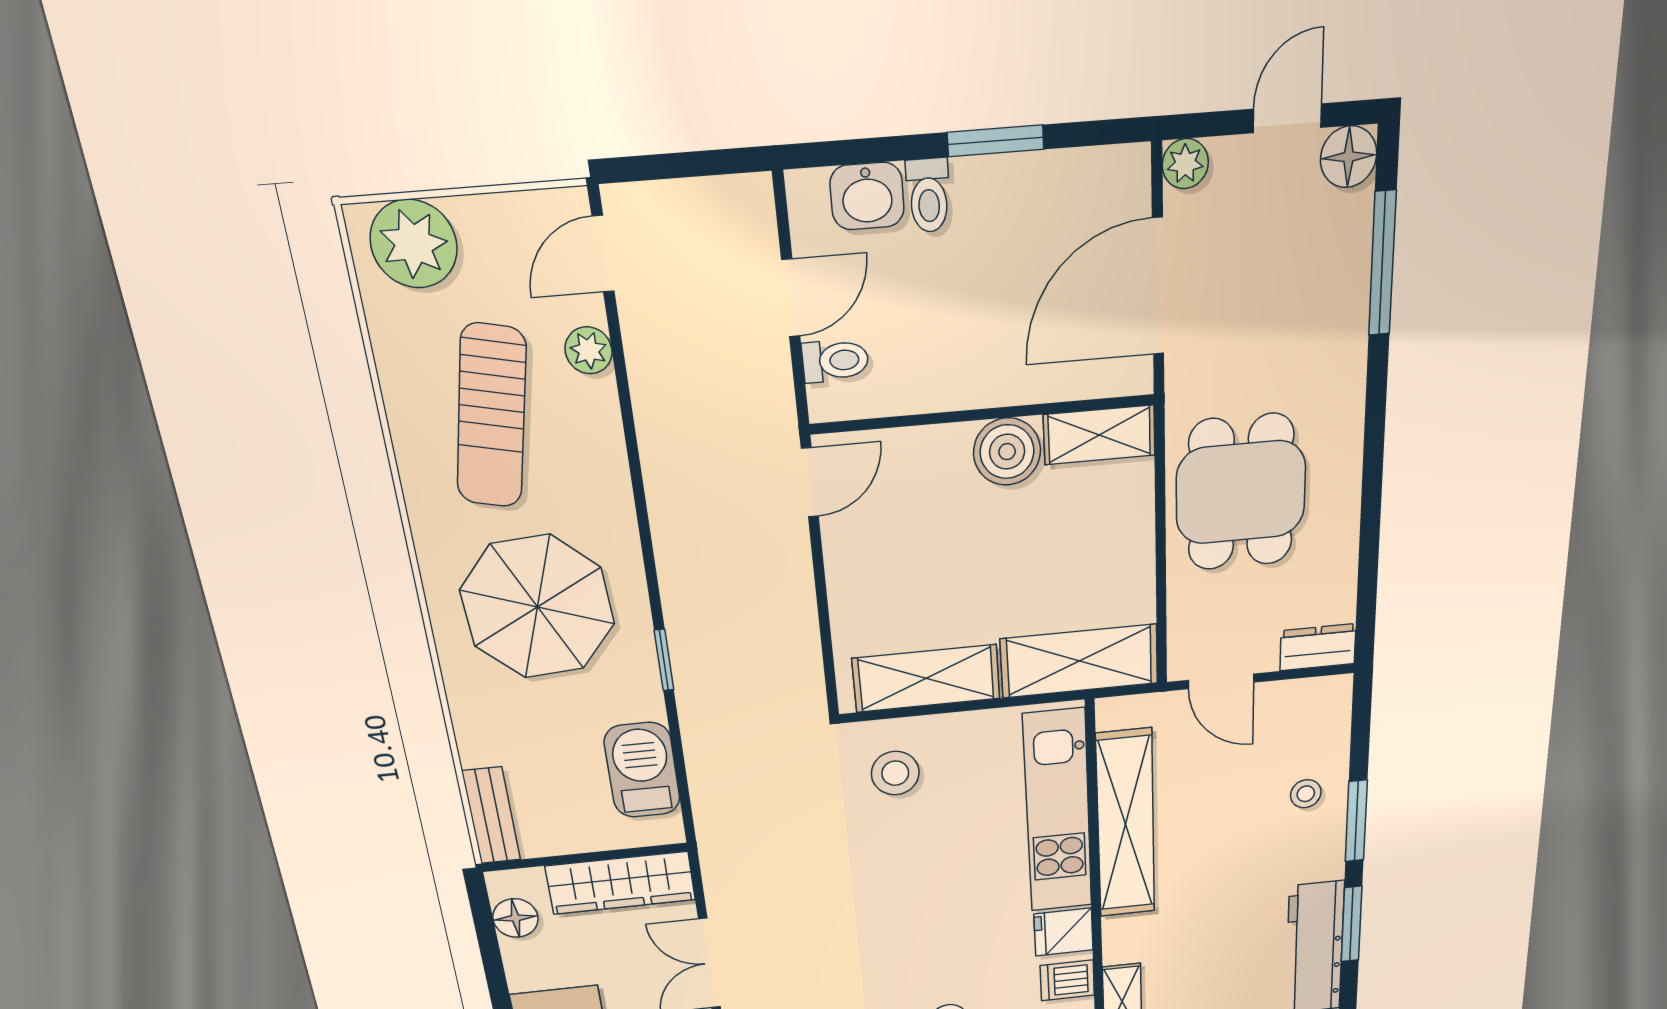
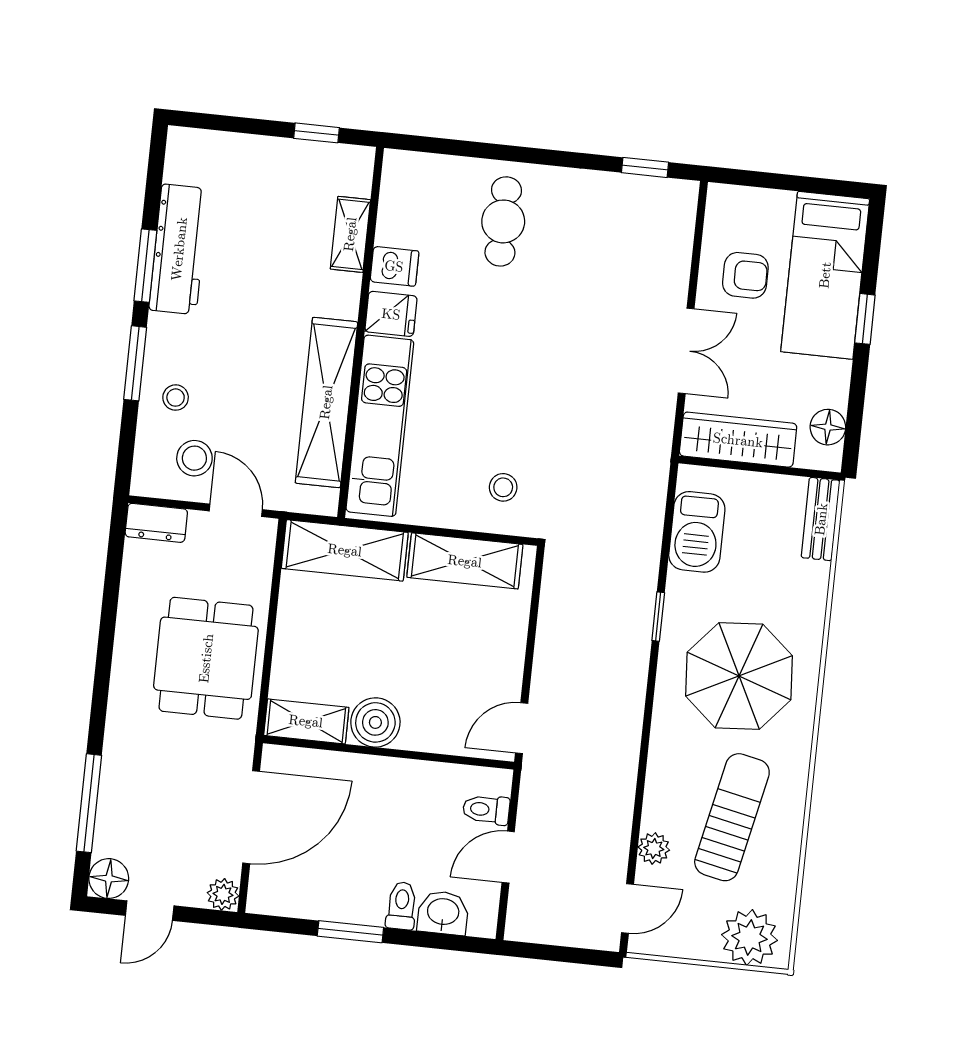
stool: (1277, 731) -> (194, 458), added
stool: (895, 773) -> (503, 487), width x0.73, depth x0.73

